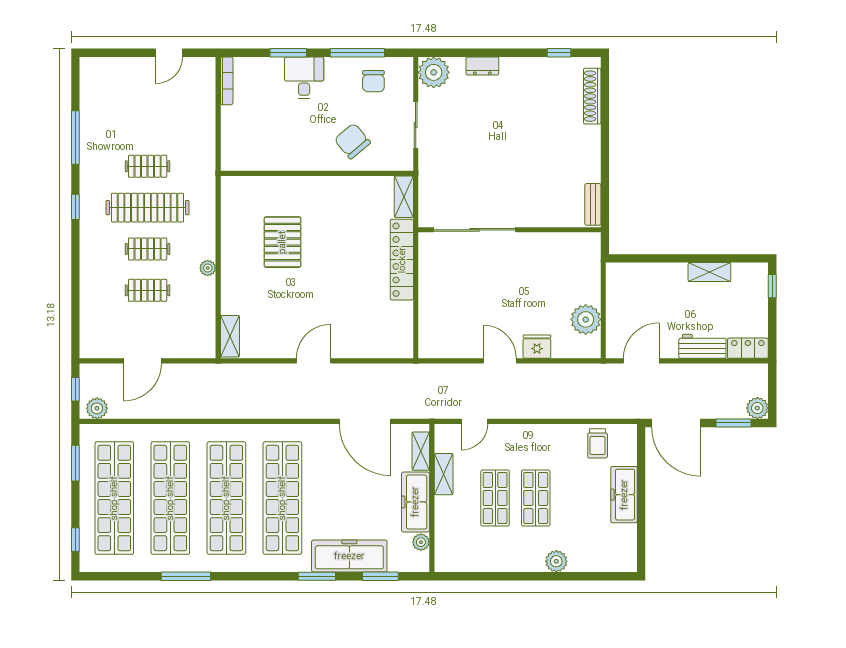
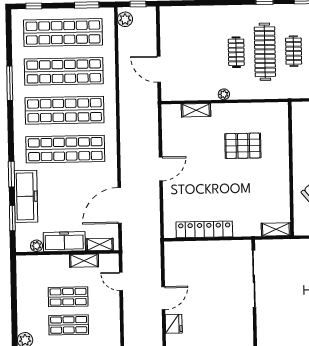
locker: (402, 260) -> (204, 229), moved
clothes rail: (148, 290) -> (208, 53), removed
shelving: (230, 336) -> (196, 110), moved
door: (142, 361) -> (159, 69), moved
door: (313, 361) -> (161, 169), hinge flipped

